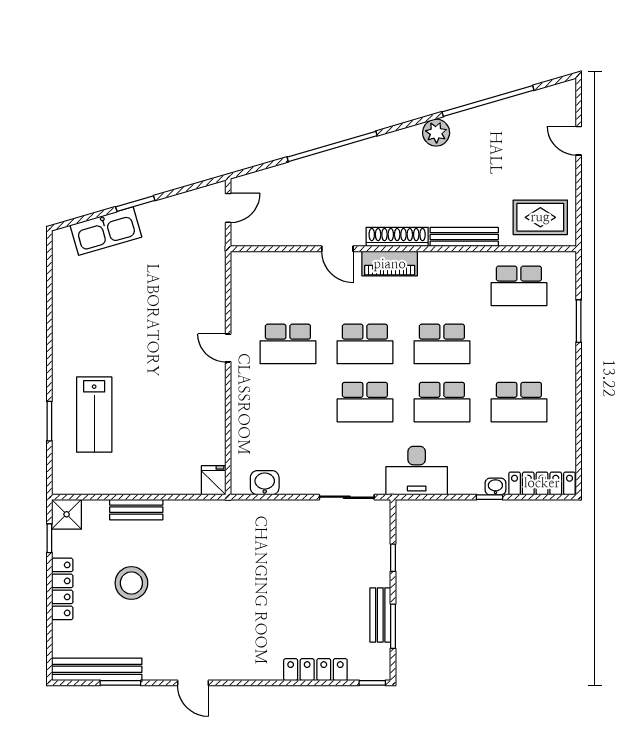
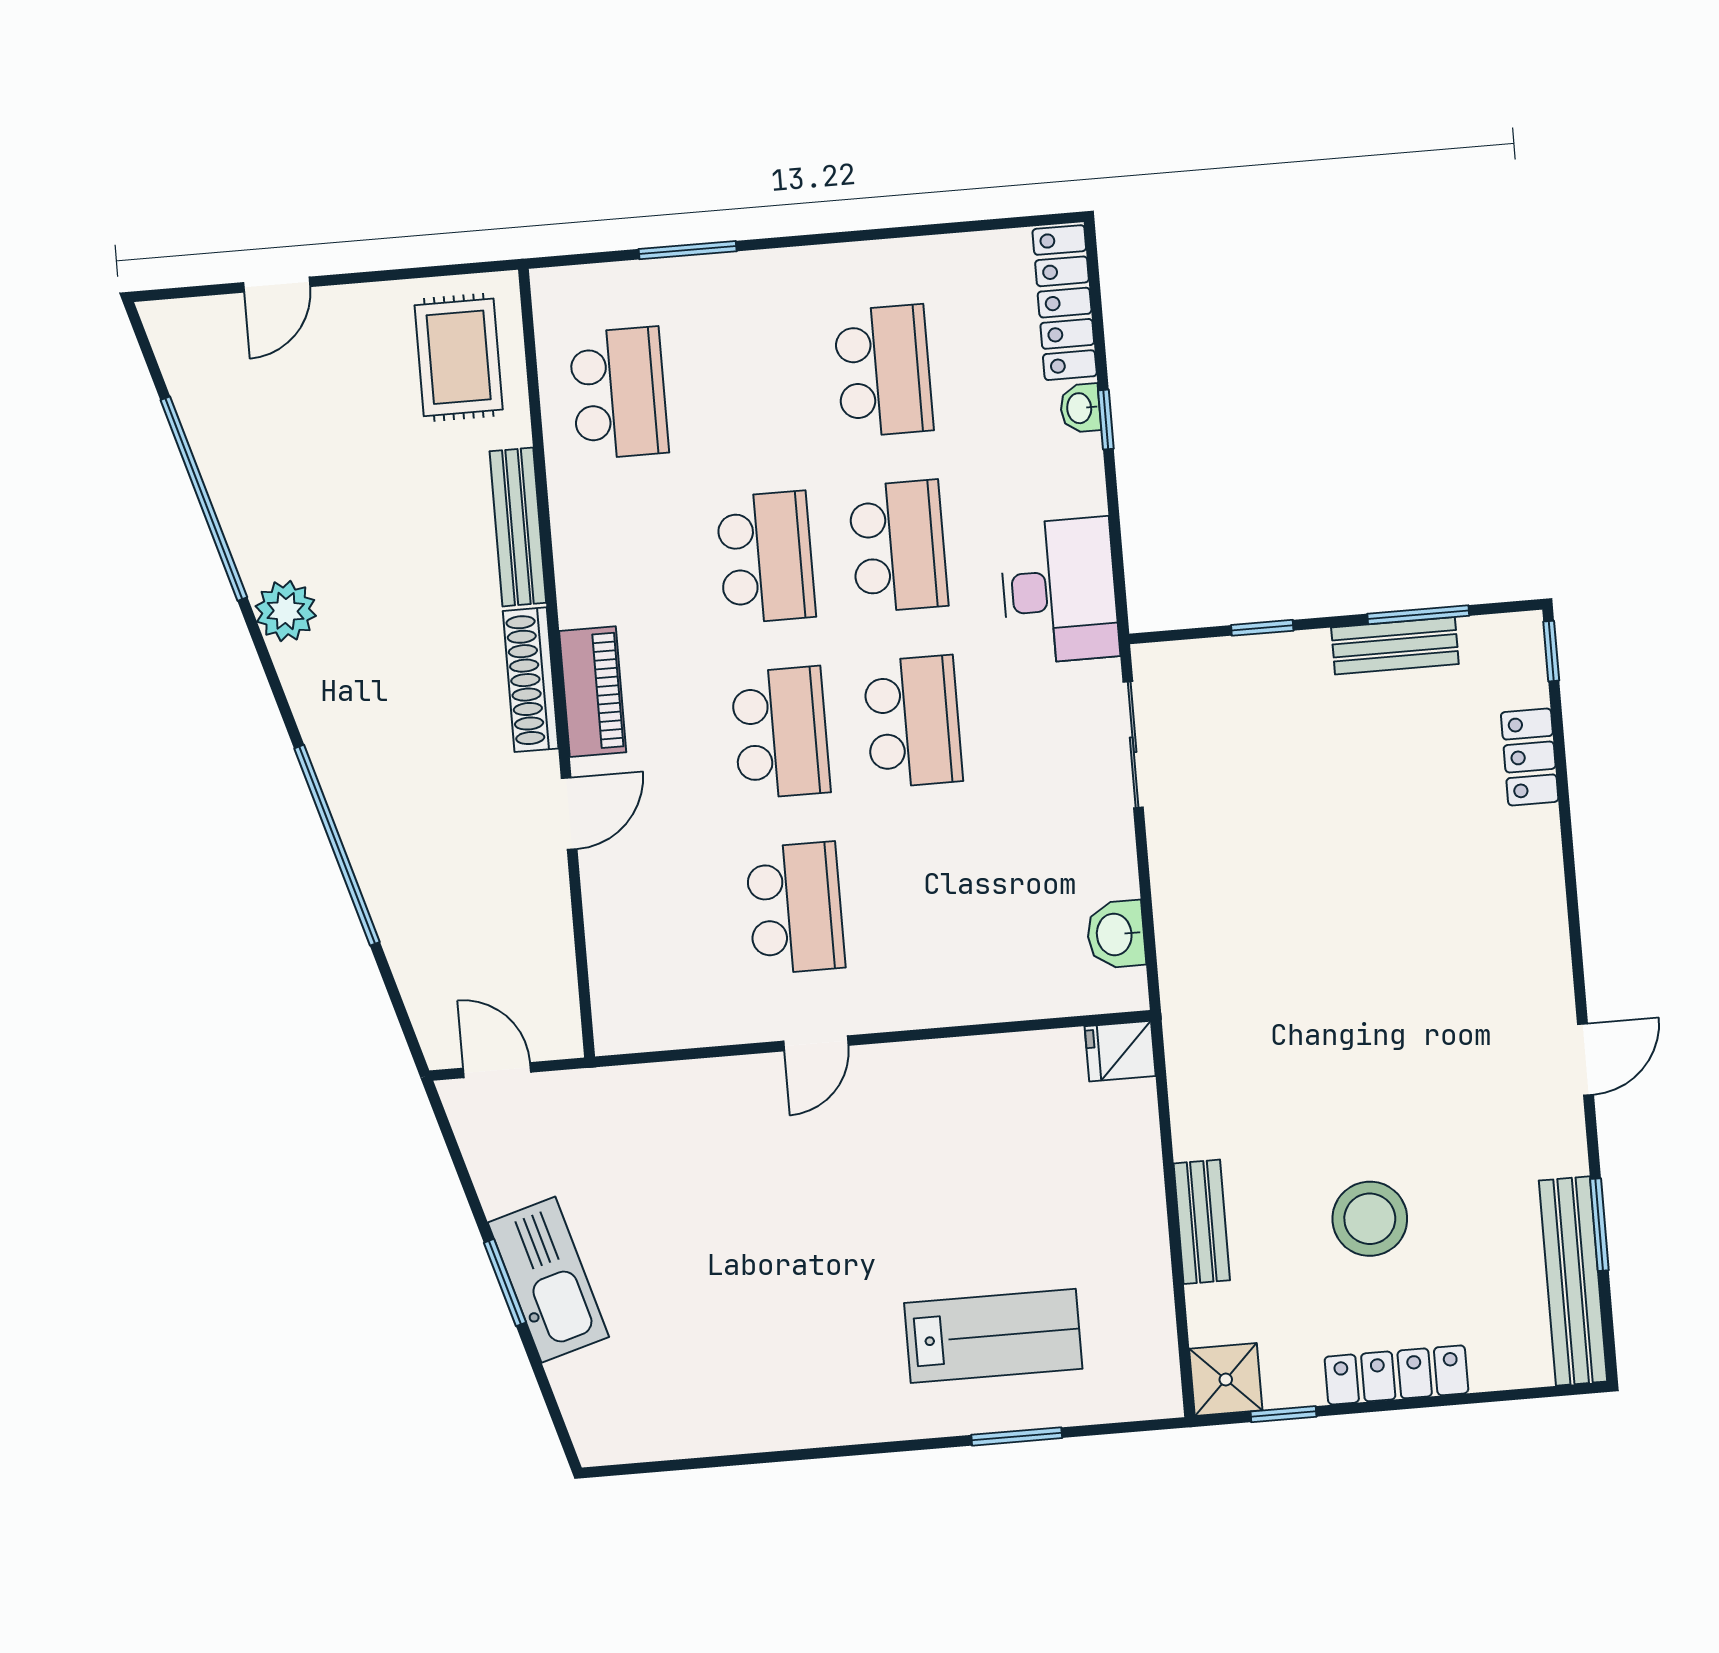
kitchen sink: (106, 231) -> (548, 1280), moved
locker: (315, 670) -> (1530, 757), width x0.66

